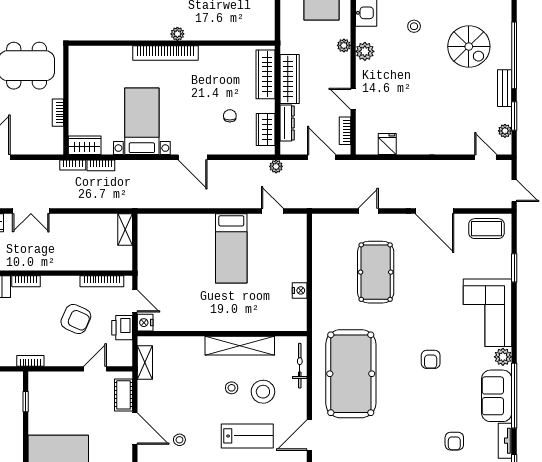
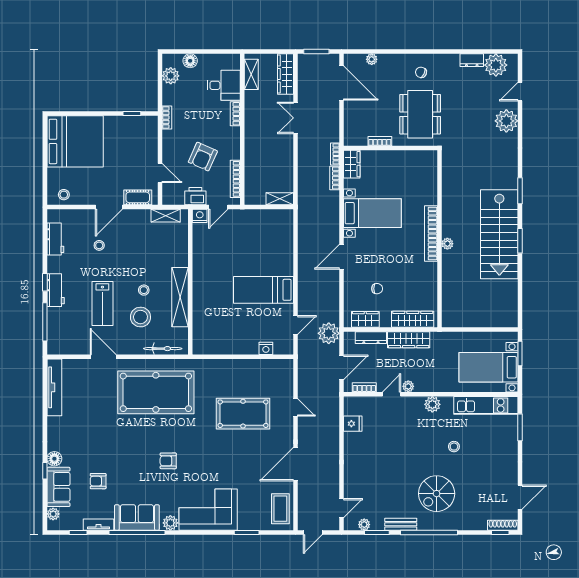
plant: (344, 45) -> (408, 386), moved
plant: (276, 166) -> (329, 333), width x1.87, depth x1.87
nightstand: (300, 290) -> (266, 348), moved

